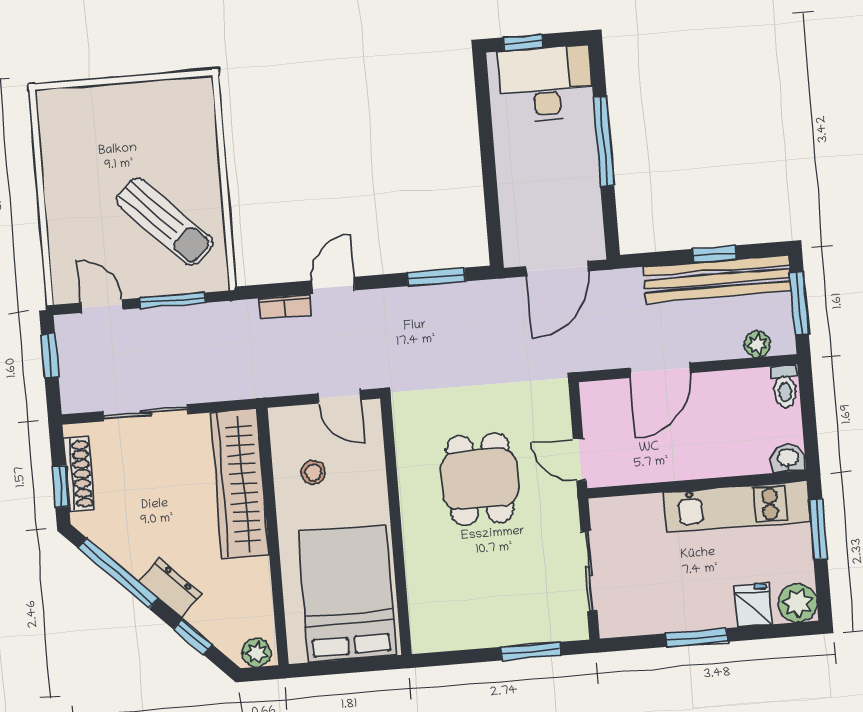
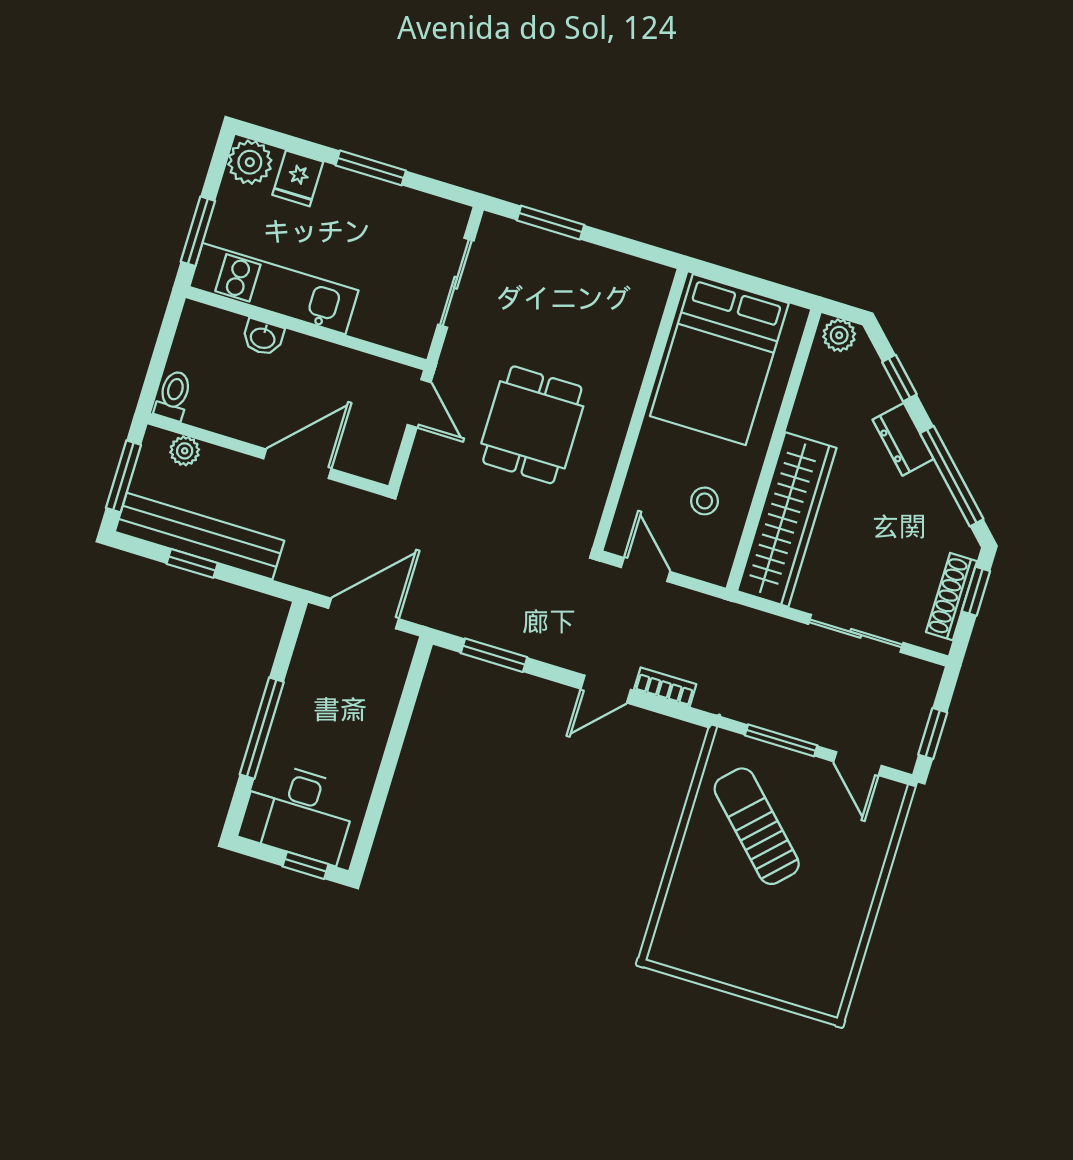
washbasin: (788, 458) -> (263, 337), moved

